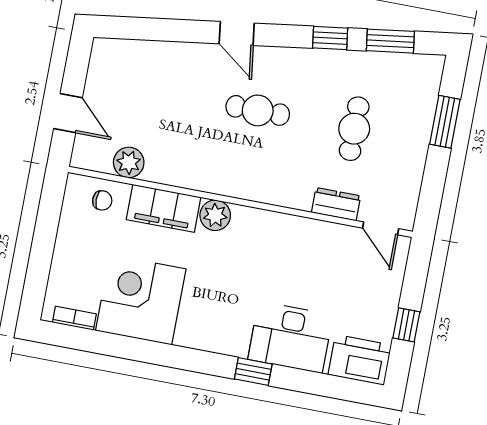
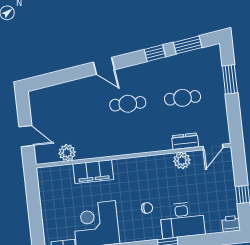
cafe table: (354, 129) -> (183, 98), turned 90
chair: (102, 200) -> (147, 208), moved
plant: (215, 215) -> (182, 160), moved
door: (381, 228) -> (213, 147), hinge flipped
printer: (360, 360) -> (231, 224), width x0.53, depth x0.68

